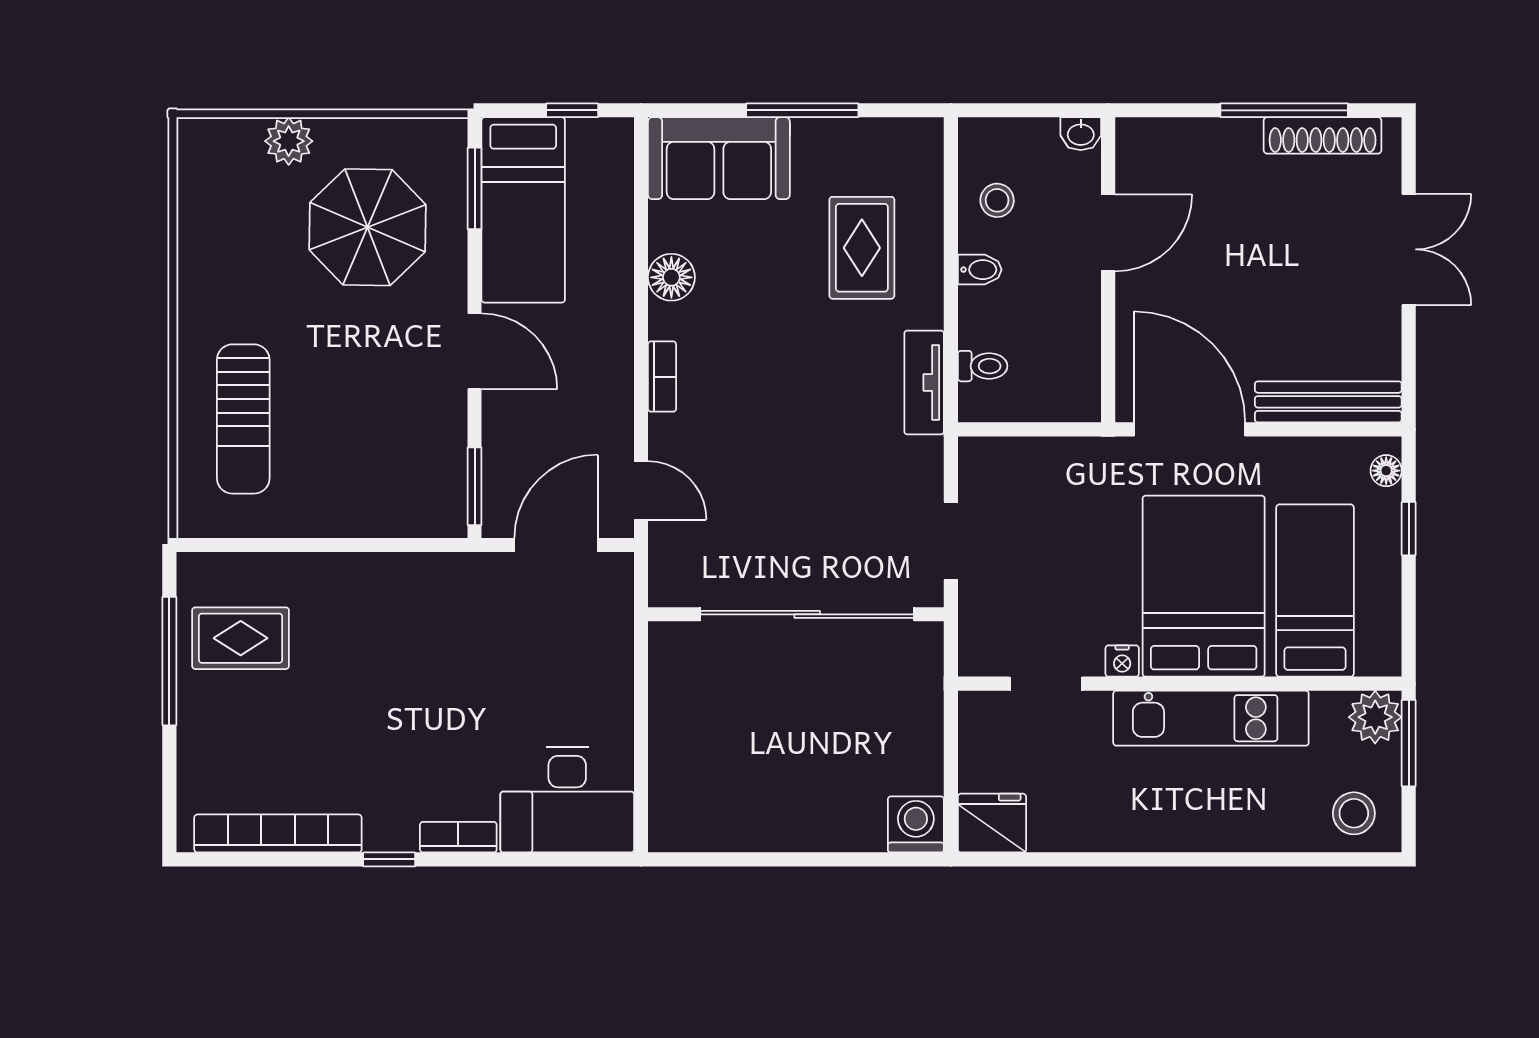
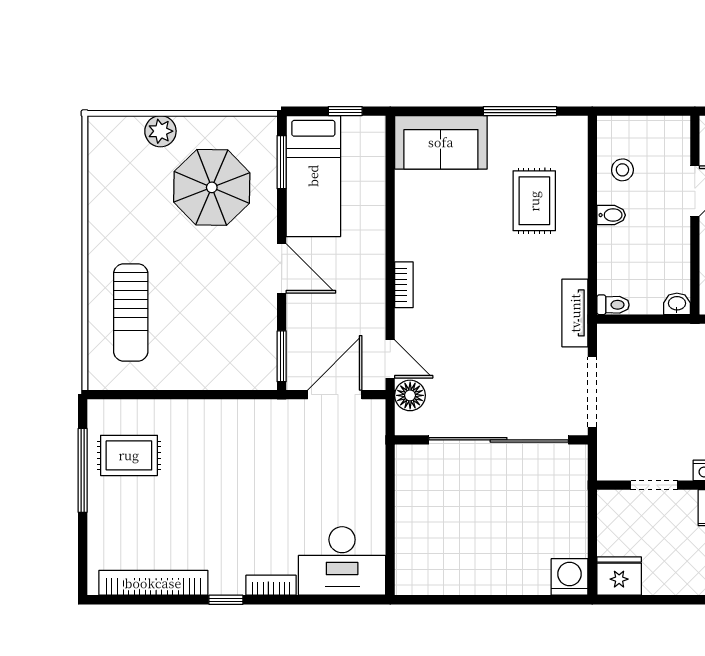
window: (802, 110) -> (520, 111), moved
washbasin: (1081, 134) -> (677, 304), moved, turned 180
floor lamp: (671, 277) -> (410, 395), moved
toilet: (983, 366) -> (613, 305), moved
tv unit: (924, 382) -> (575, 313), moved
doorway: (951, 541) -> (592, 392), width x1.38

